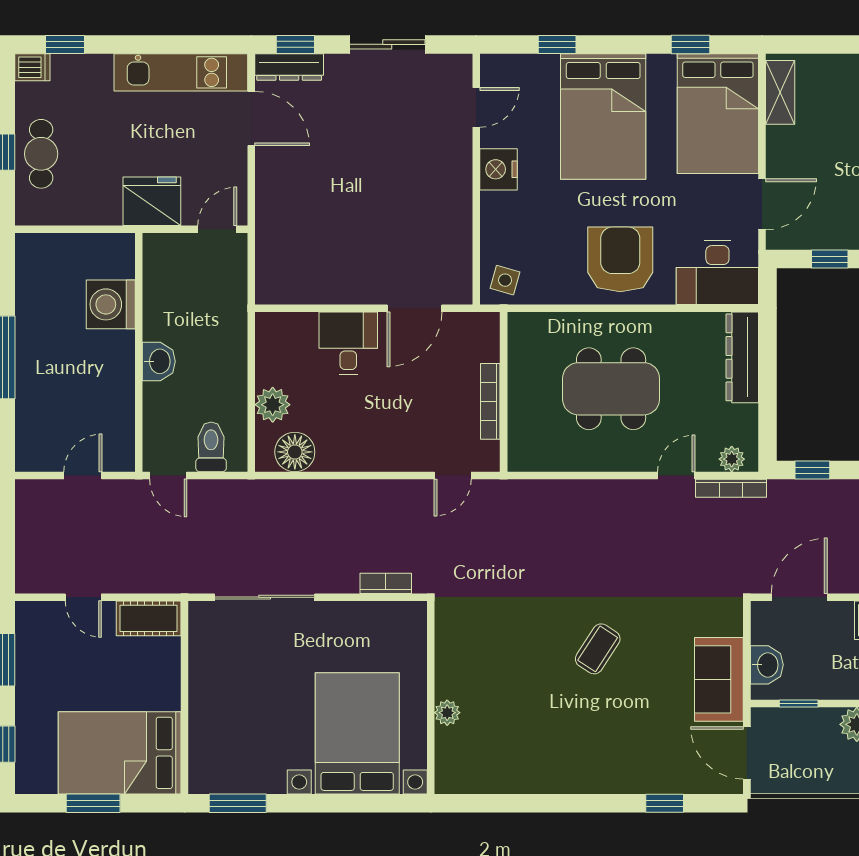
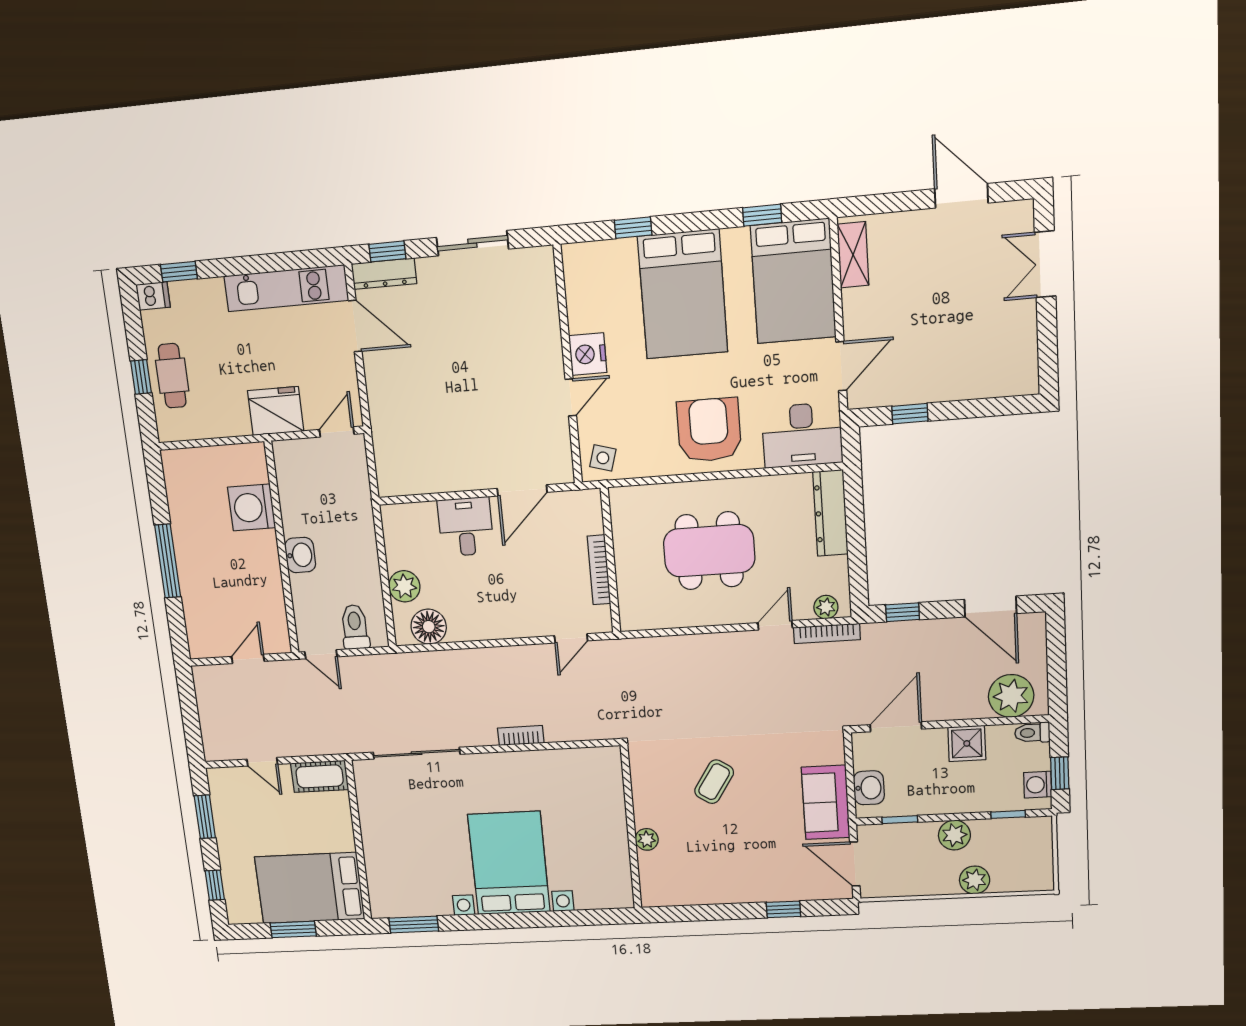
door: (476, 107) -> (571, 397), moved
wall: (431, 697) -> (631, 827), moved
plant: (447, 713) -> (647, 839), moved

